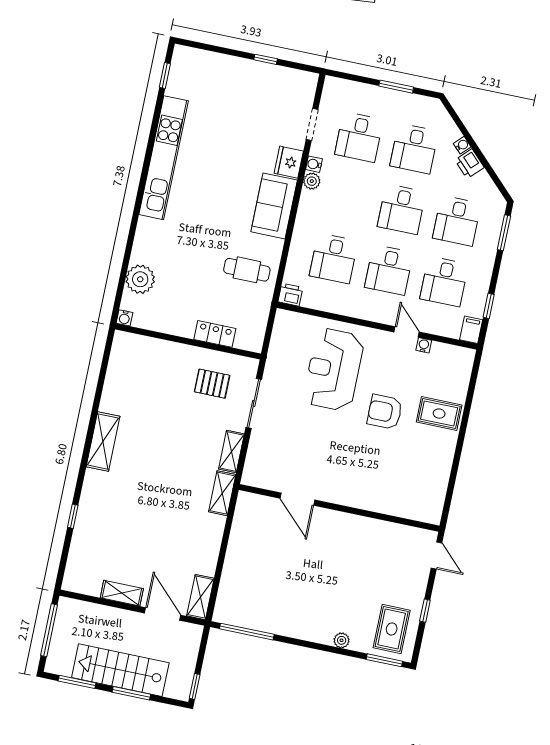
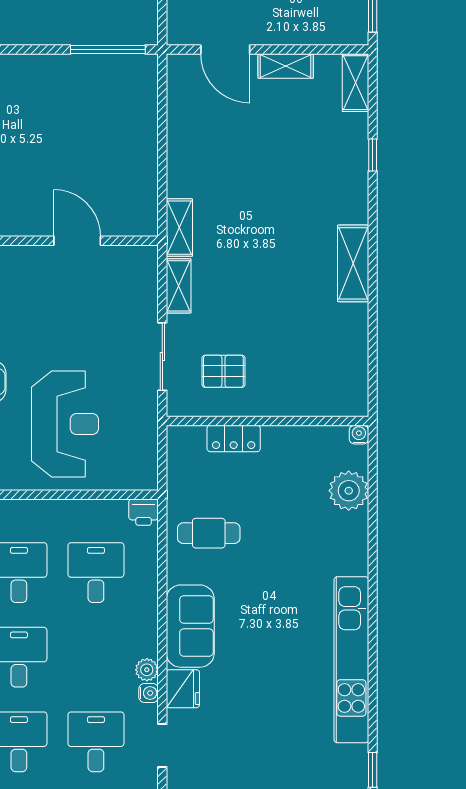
shelving: (200, 597) -> (355, 83), moved

